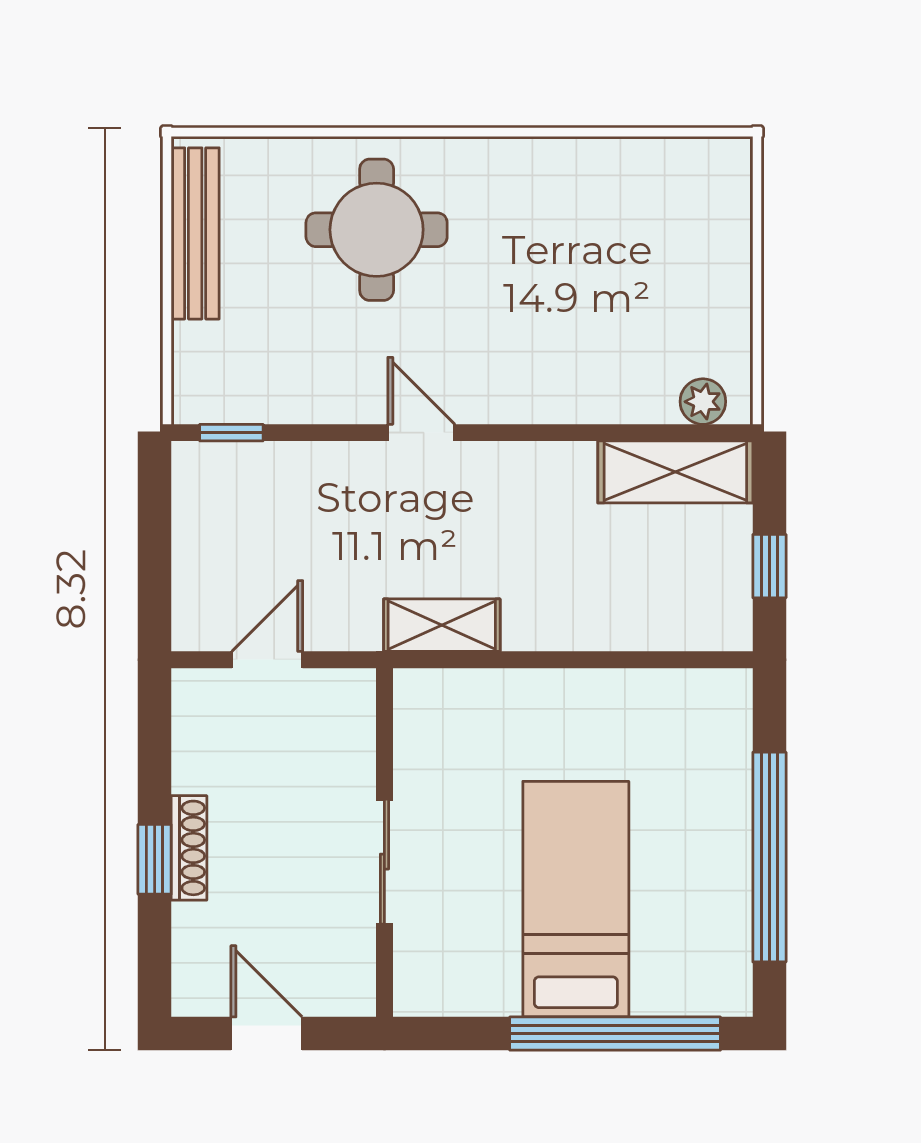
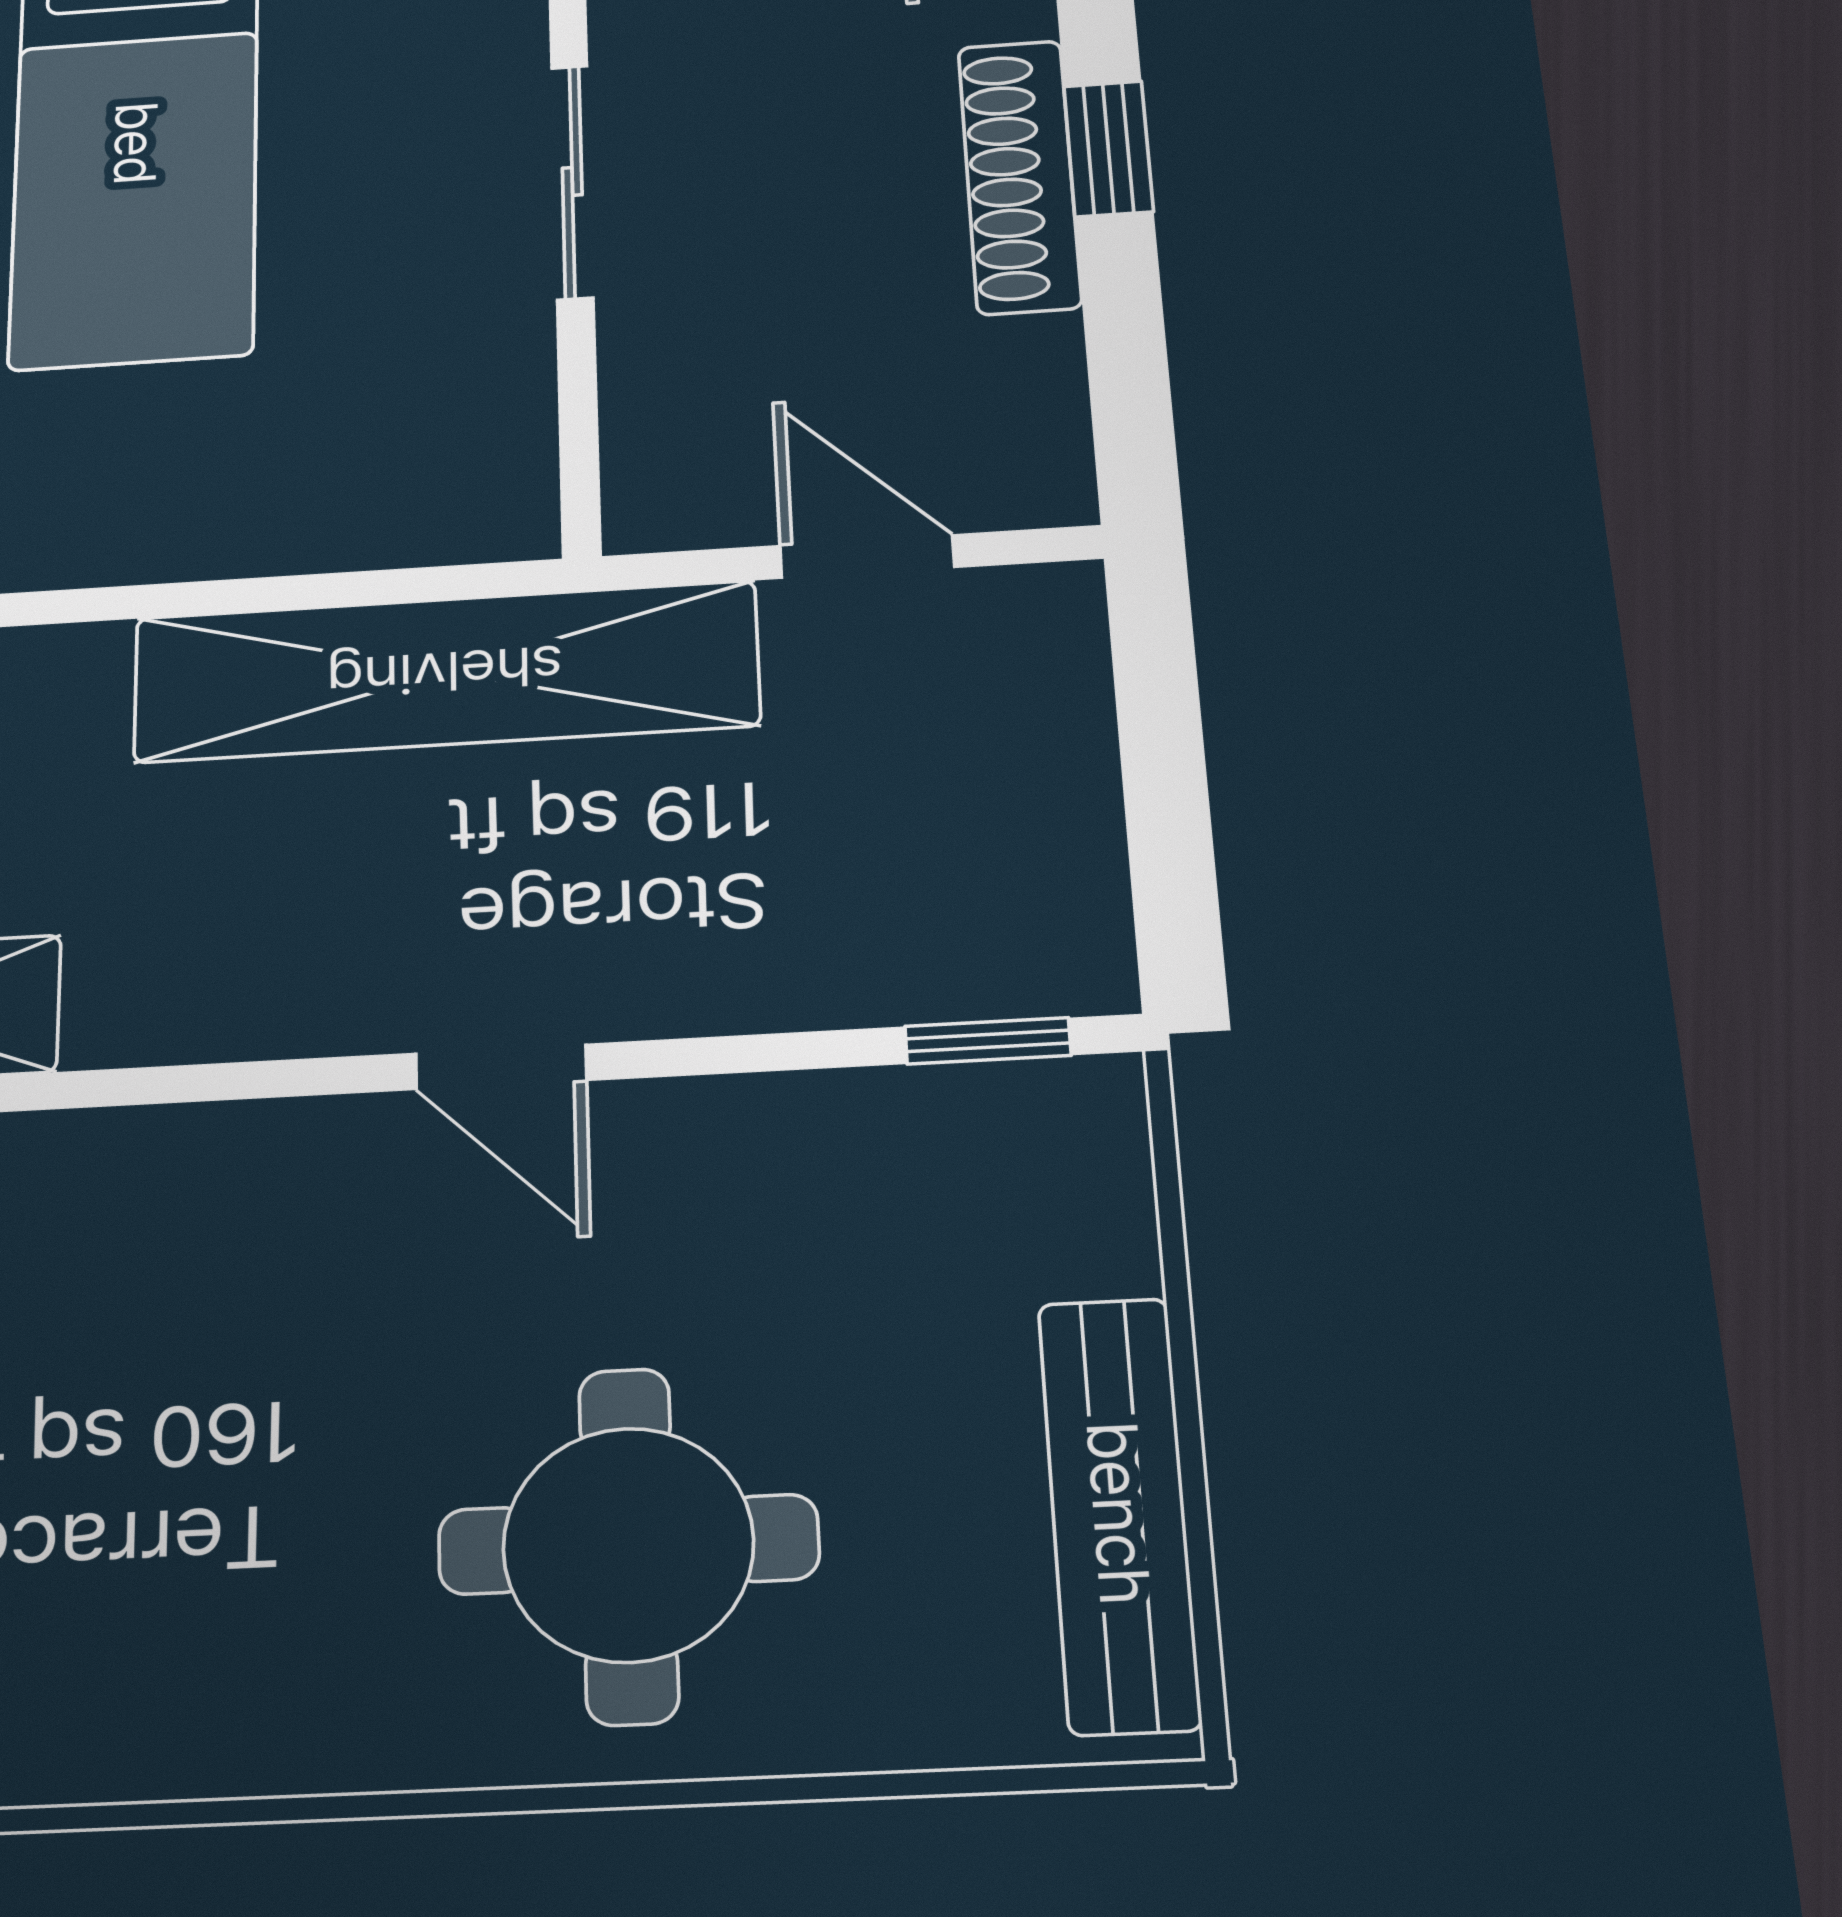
shelving: (442, 625) -> (445, 672), width x2.20, depth x1.33
door: (267, 660) -> (867, 556), swing flipped
shoe rack: (189, 848) -> (1019, 176), width x1.36, depth x1.24

